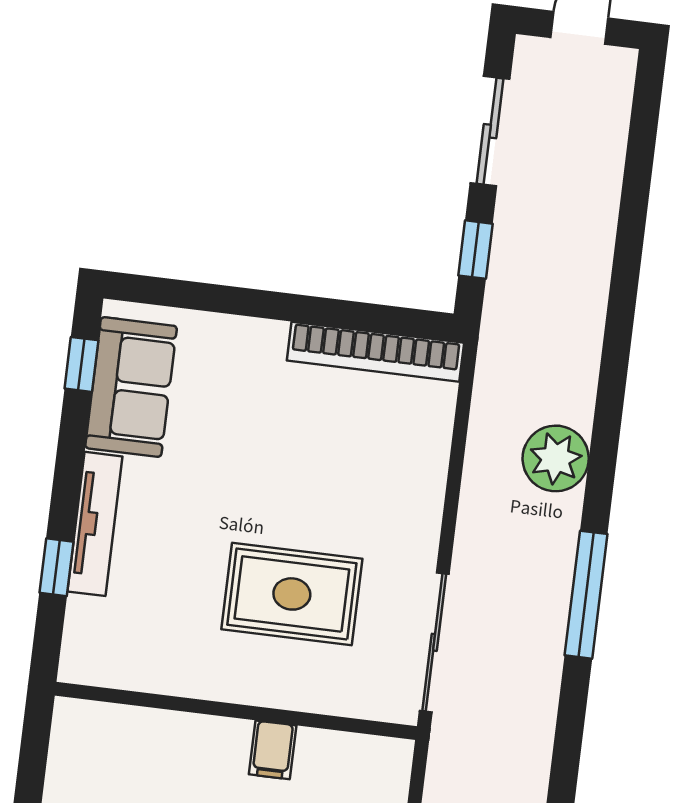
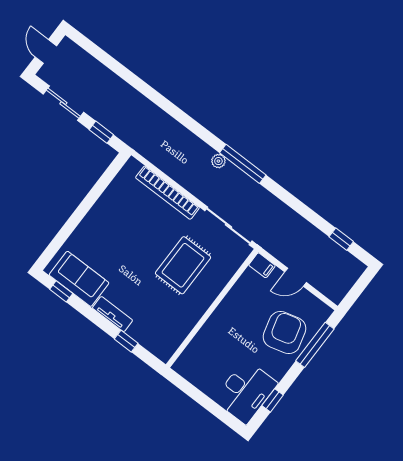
bookcase: (375, 352) -> (167, 193), moved, turned 90
plant: (556, 458) -> (218, 161), moved, width x0.53, depth x0.53
tv unit: (95, 524) -> (112, 314), width x0.71
filing cabinet: (273, 750) -> (262, 265), moved

